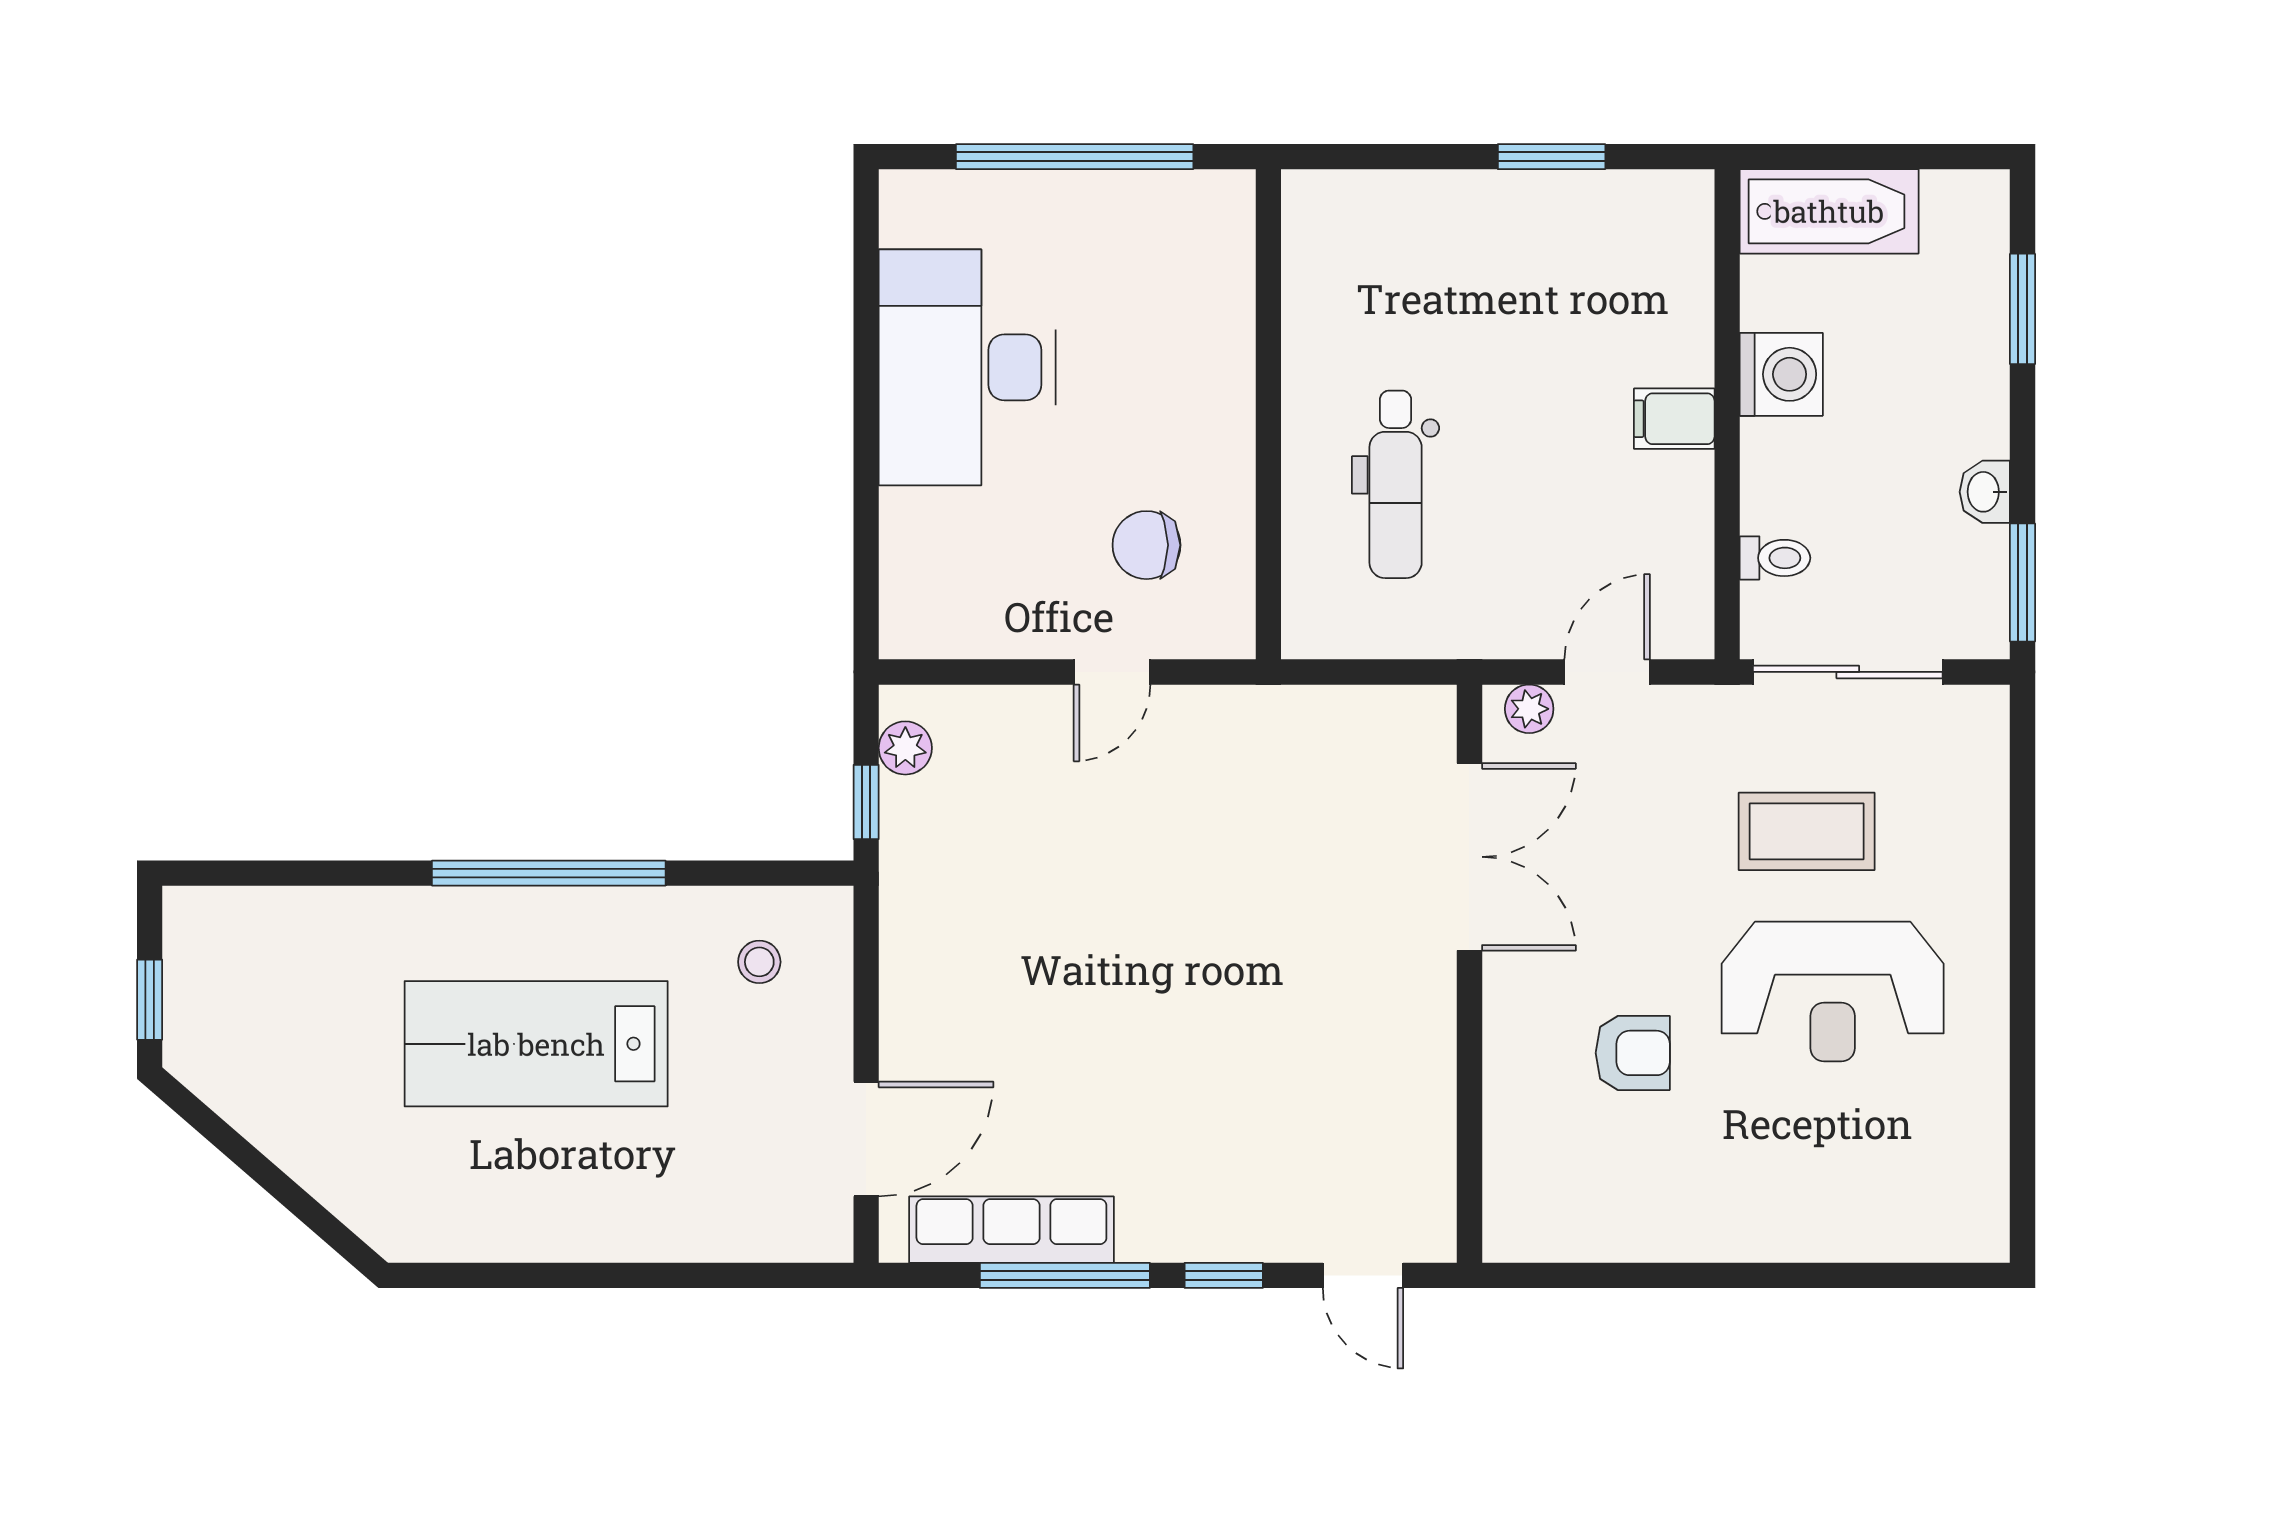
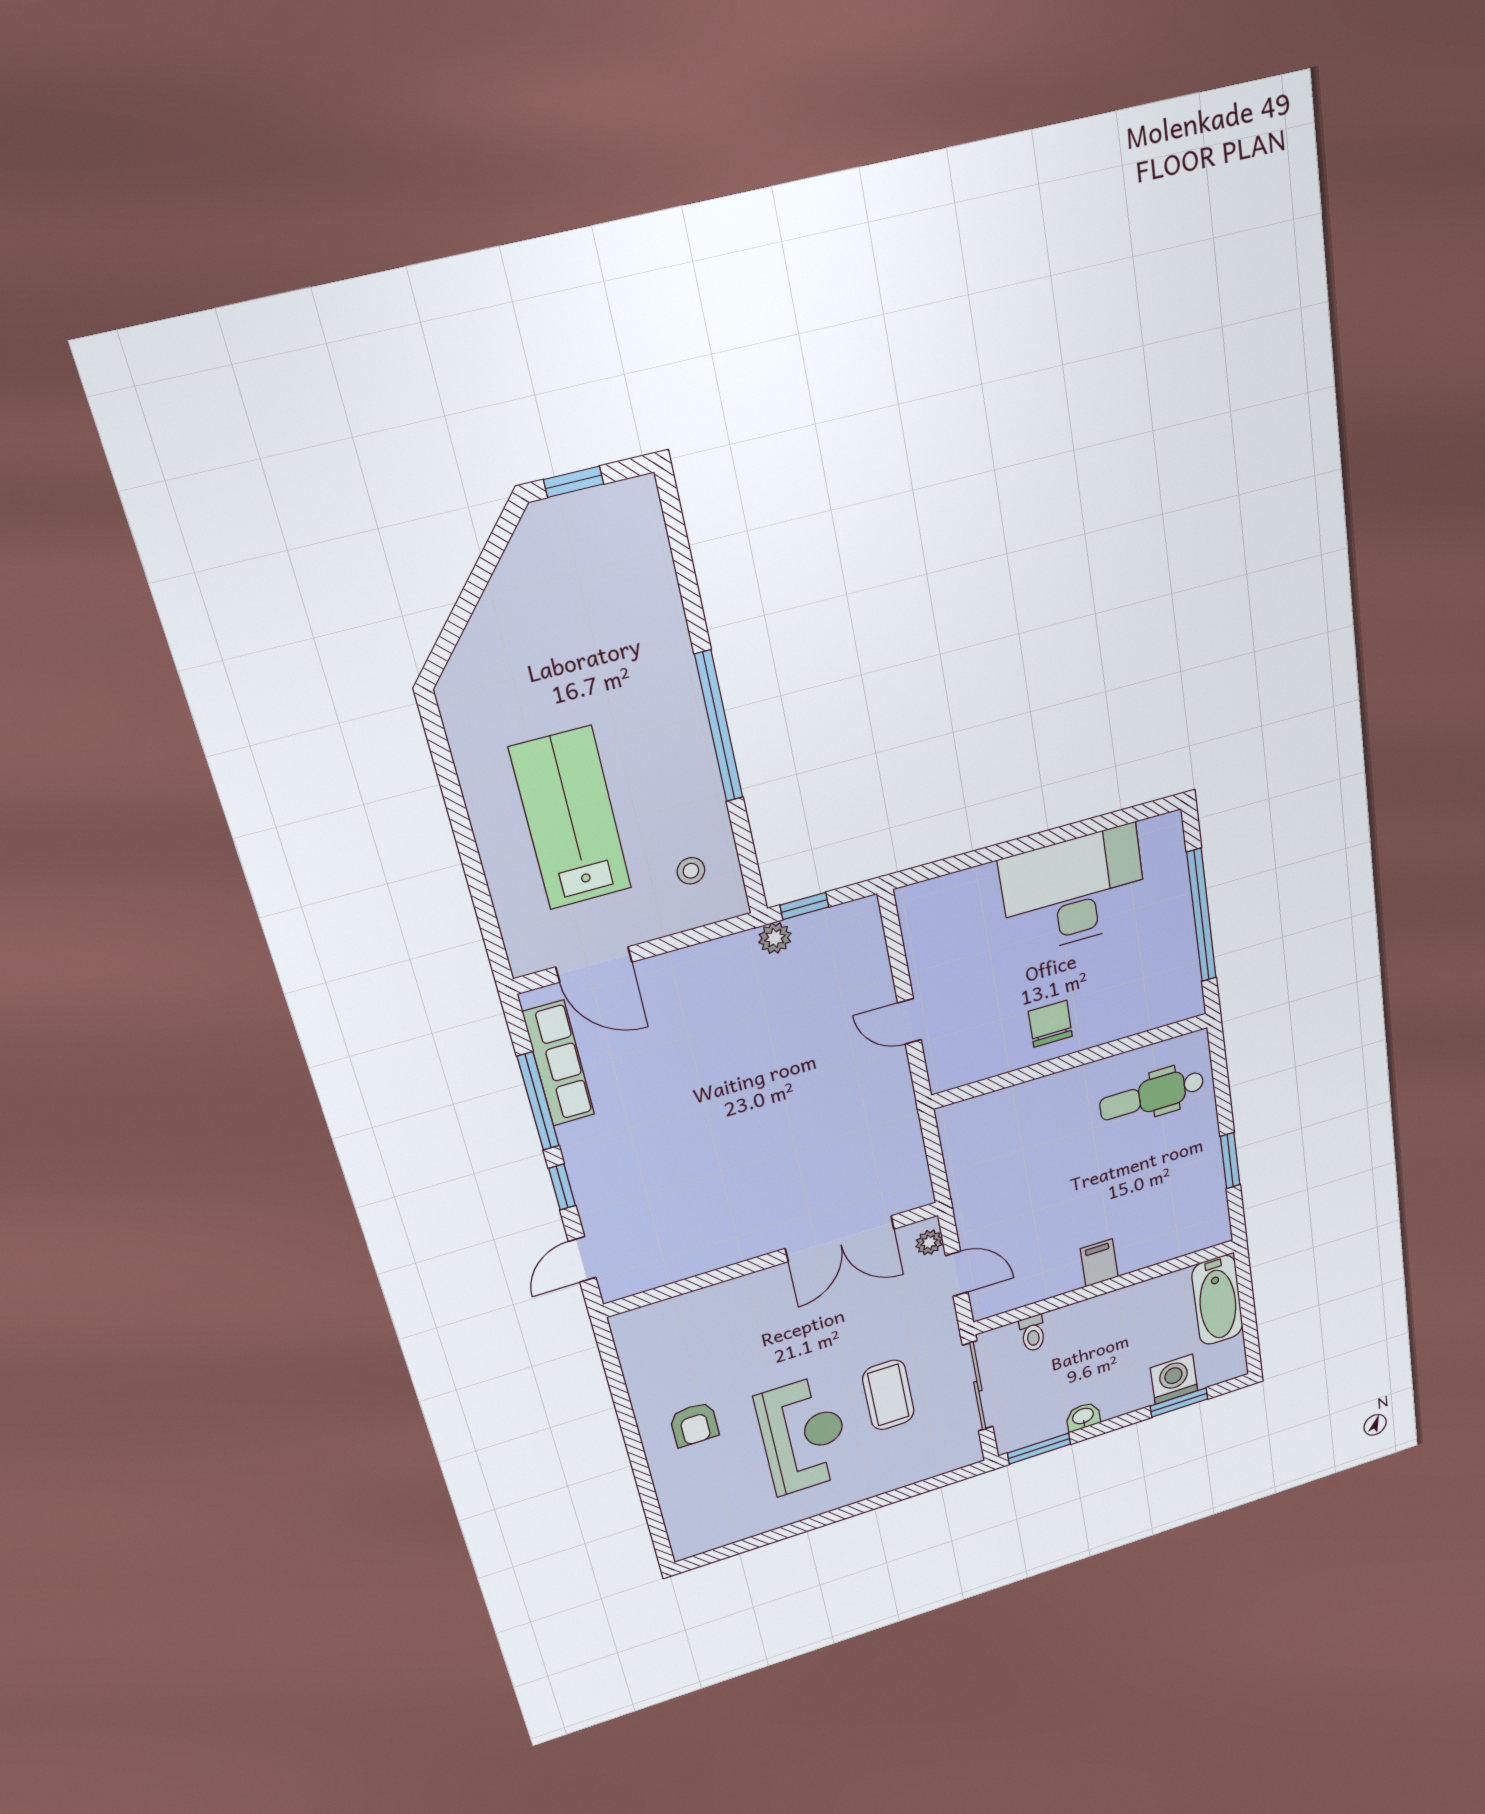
washing machine: (1781, 374) -> (1174, 1379), moved, turned 180
dental chair: (1396, 484) -> (1152, 1095), moved
chair: (1146, 545) -> (1050, 1024), moved
plant: (905, 748) -> (775, 938), moved
reception desk: (1833, 991) -> (803, 1435), turned 180
lab bench: (536, 1044) -> (571, 819), moved
armchair: (1633, 1053) -> (694, 1424), moved

